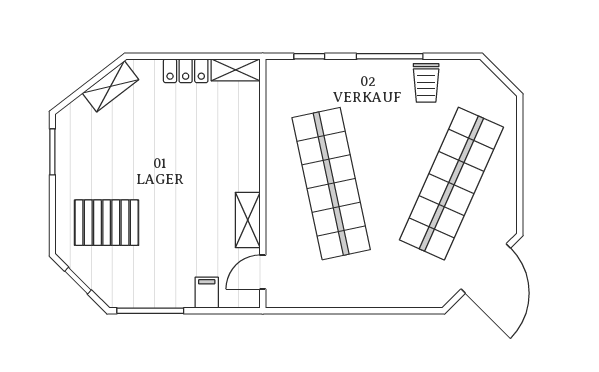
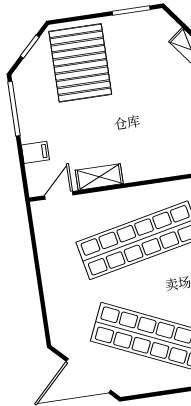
pallet: (107, 223) -> (80, 63), width x1.37, depth x1.41
door: (263, 272) -> (59, 195), hinge flipped

